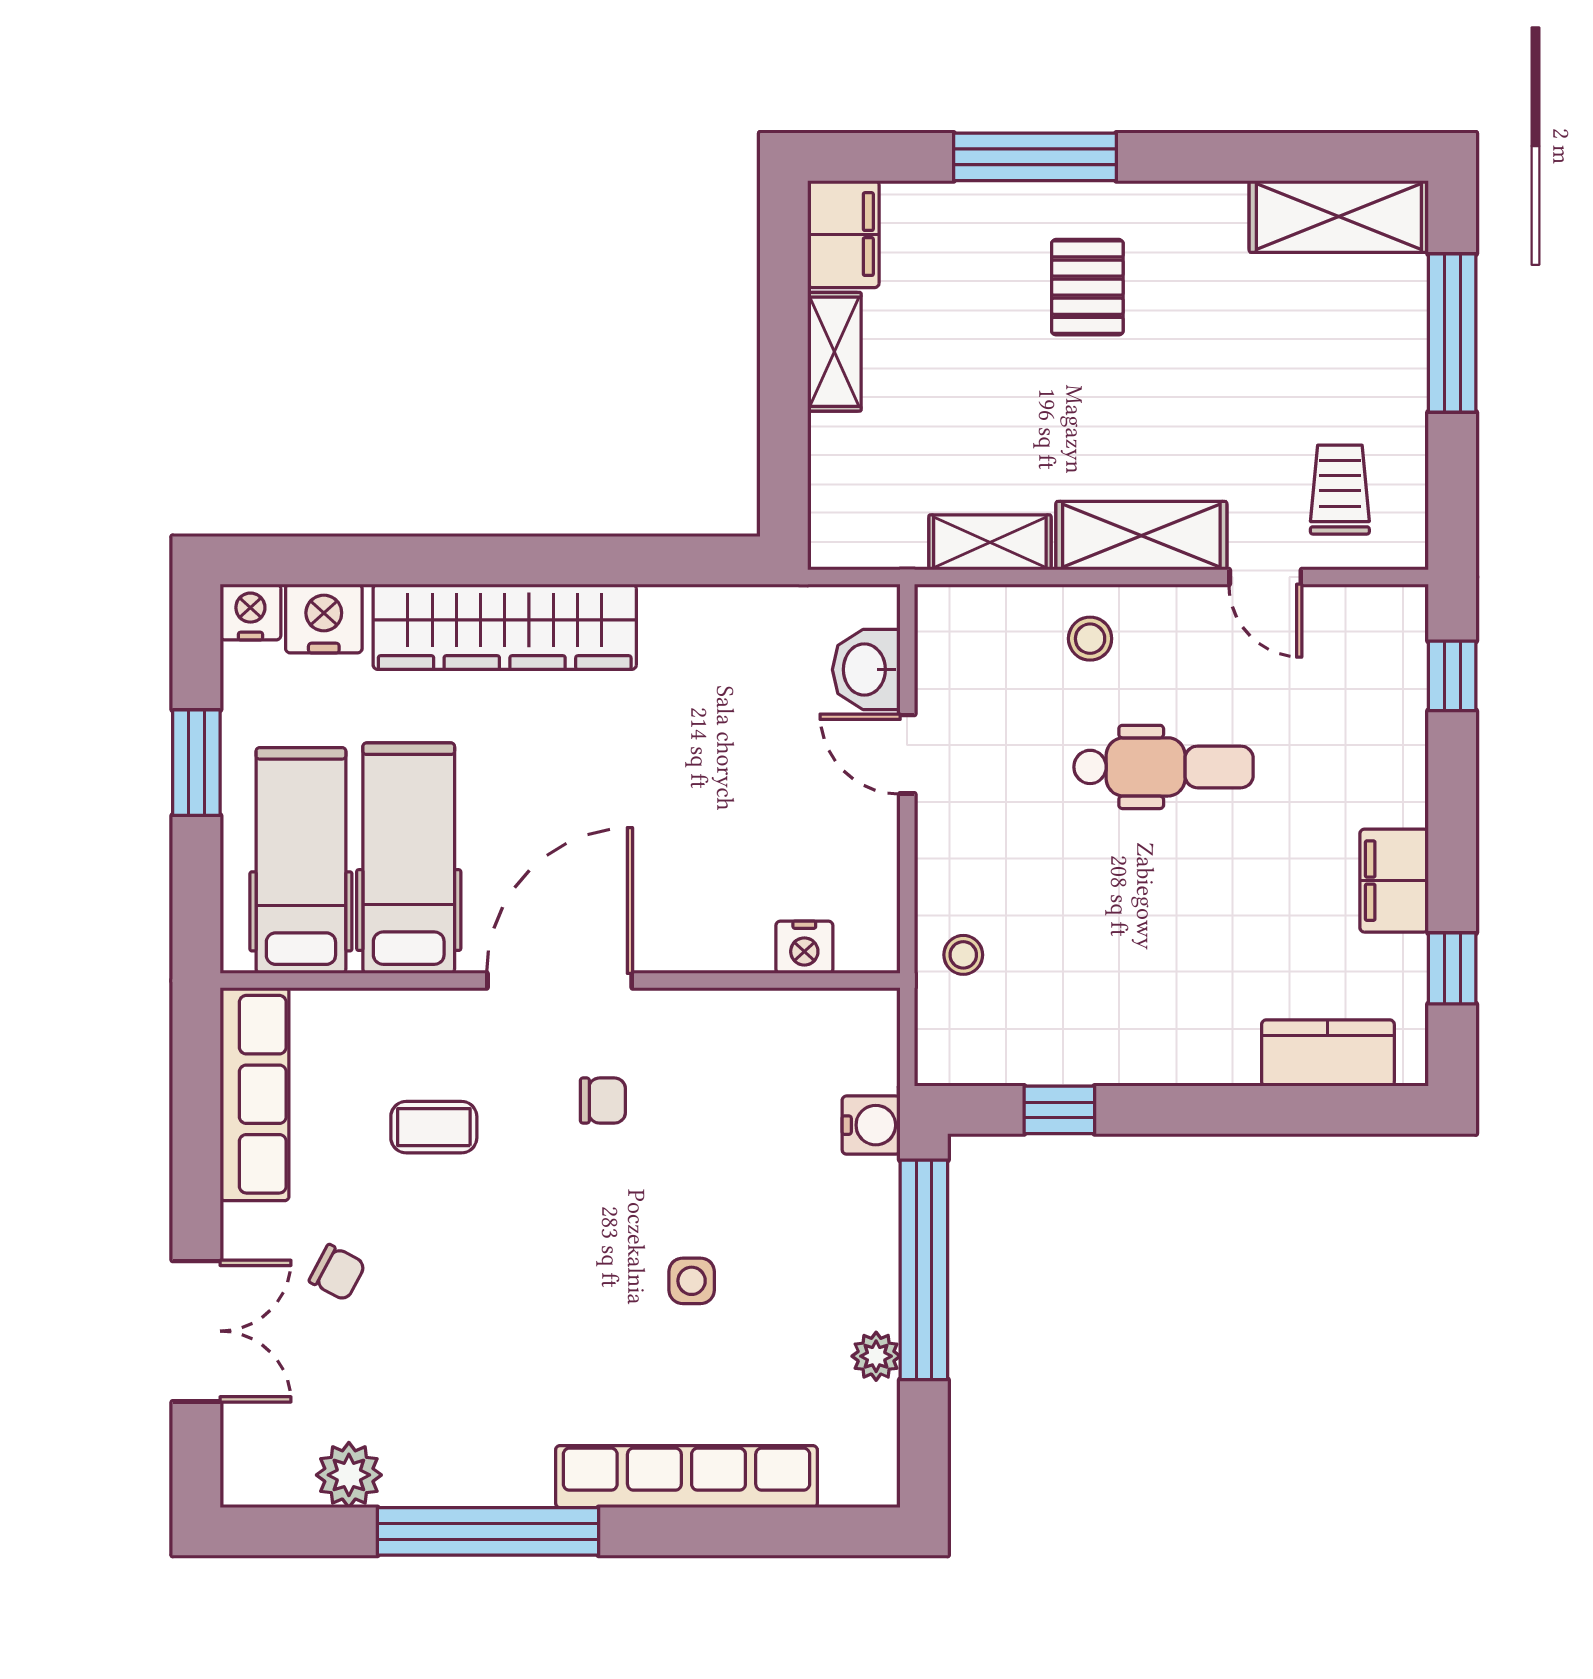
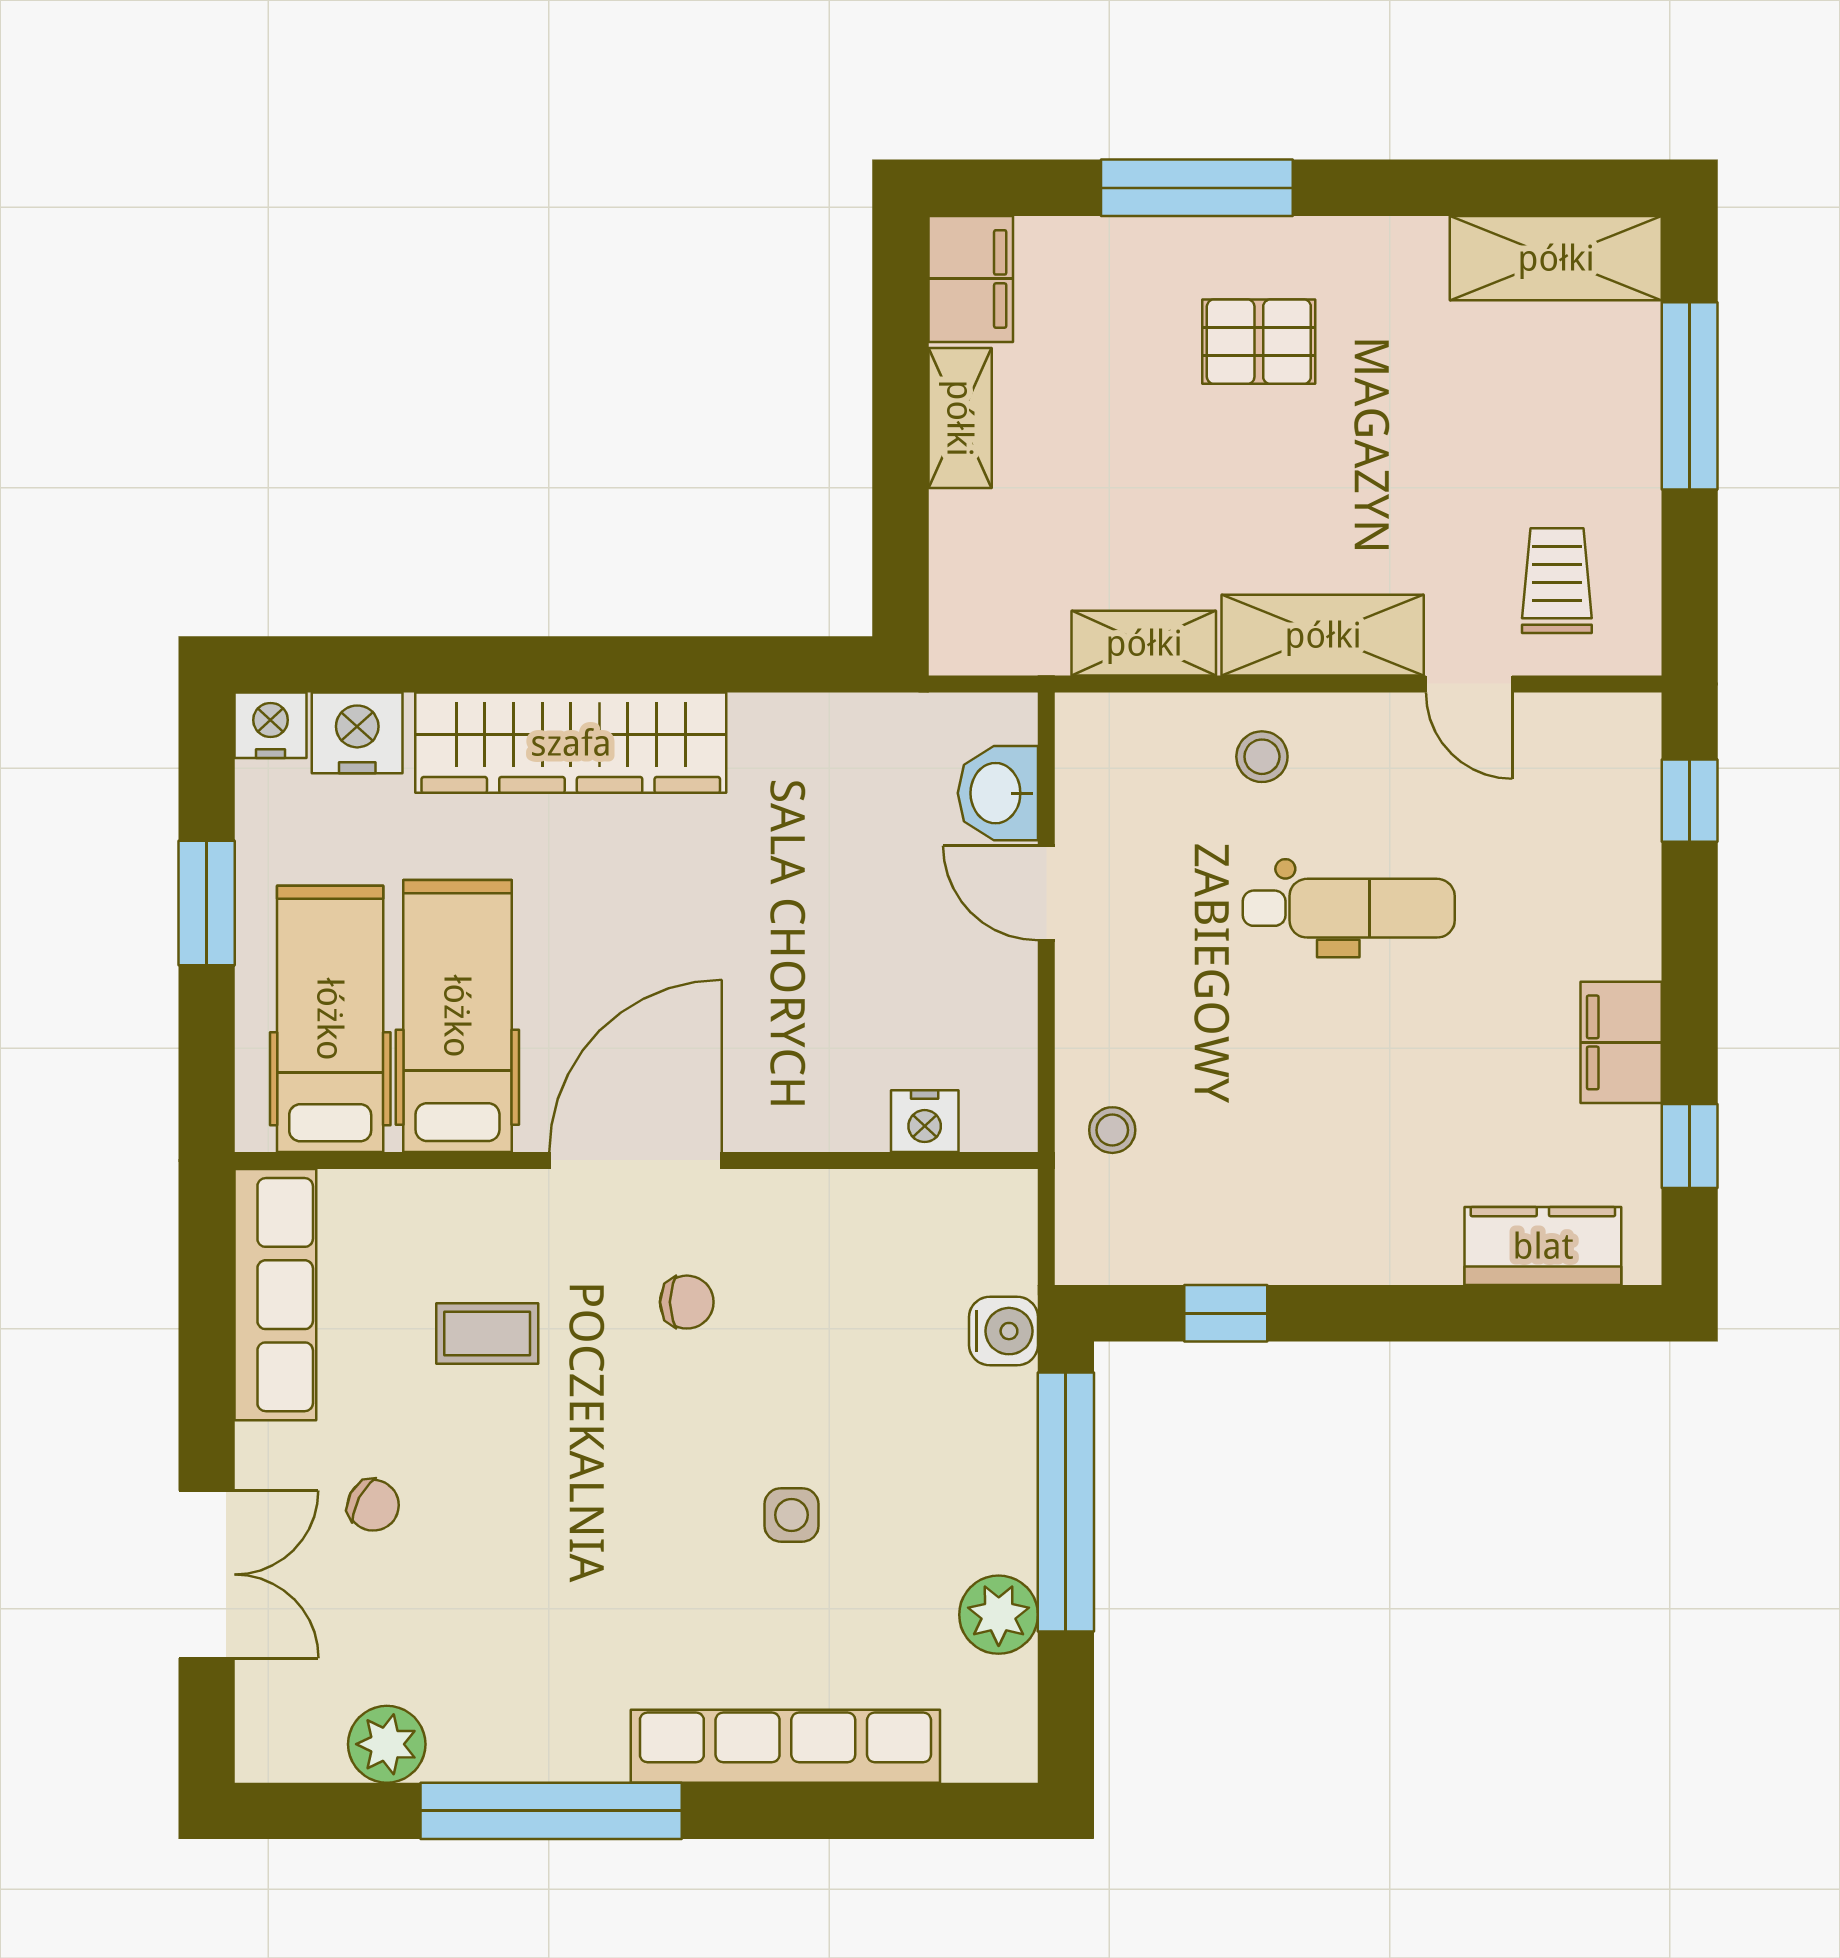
pallet: (1087, 287) -> (1259, 342), turned 90
plant: (876, 1356) -> (999, 1615), width x1.38, depth x1.38

